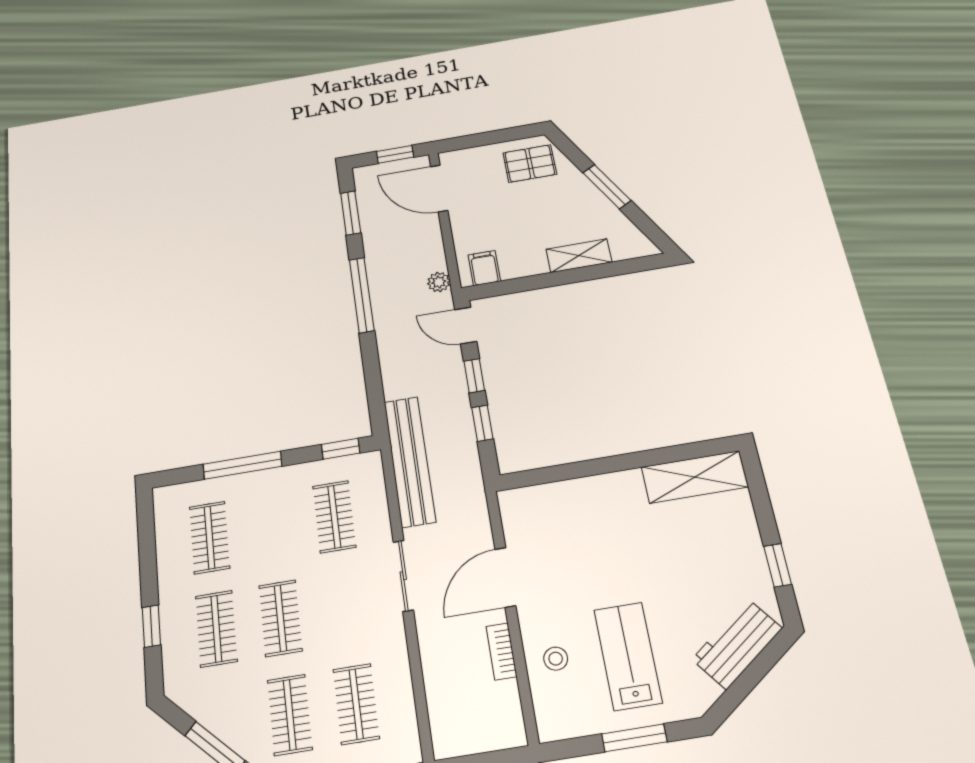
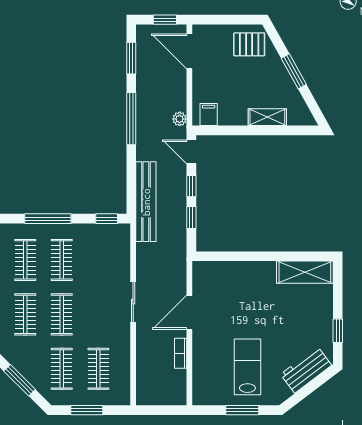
bench: (410, 461) -> (146, 202), moved
clothes rail: (334, 517) -> (62, 260), moved
stool: (556, 659) -> (209, 362), removed

